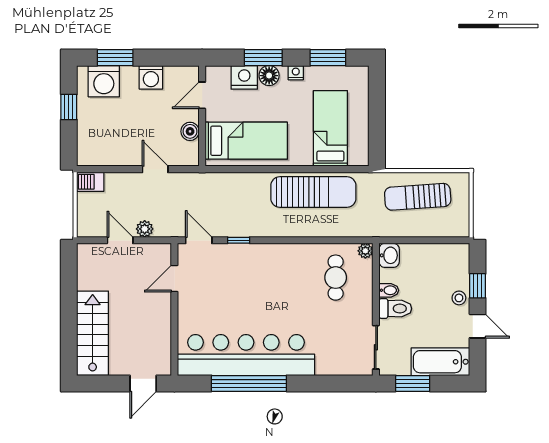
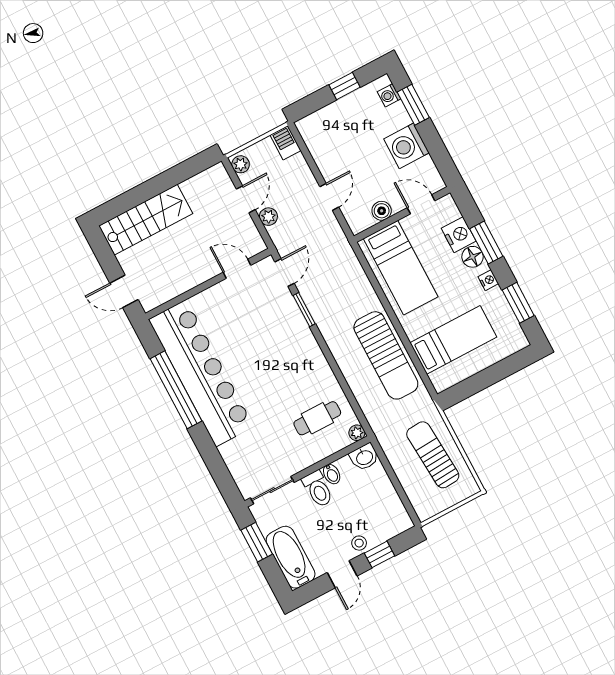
washing machine: (151, 77) -> (406, 146), width x1.37, depth x1.37
washing machine: (104, 81) -> (389, 95), width x0.53, depth x0.53
plant: (88, 229) -> (241, 164), added
window: (239, 240) -> (304, 310), width x1.50

